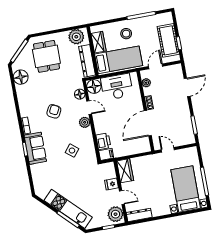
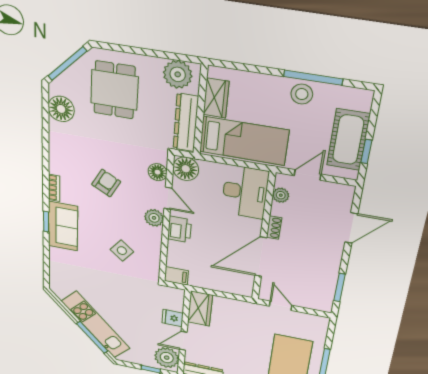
stool: (126, 34) -> (302, 94), moved
desk: (117, 87) -> (245, 192), moved, turned 90
printer: (103, 141) -> (179, 229), moved
door: (122, 197) -> (183, 341), swing flipped

